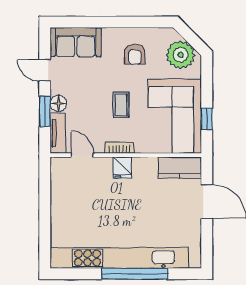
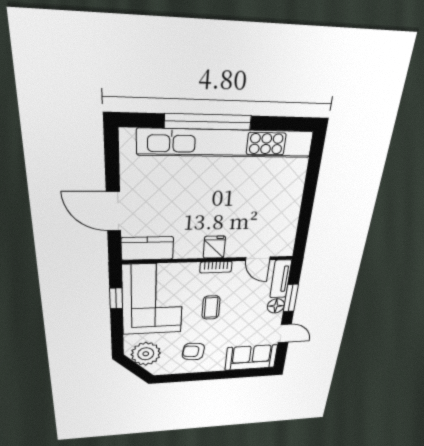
armchair: (135, 54) -> (193, 351), turned -83

